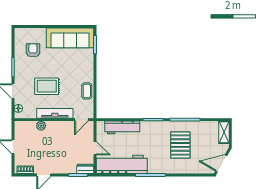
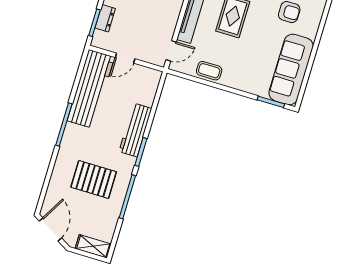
door: (81, 120) -> (171, 51), swing flipped
workbench: (122, 127) -> (135, 130), moved
dresser: (85, 169) -> (105, 18), moved

